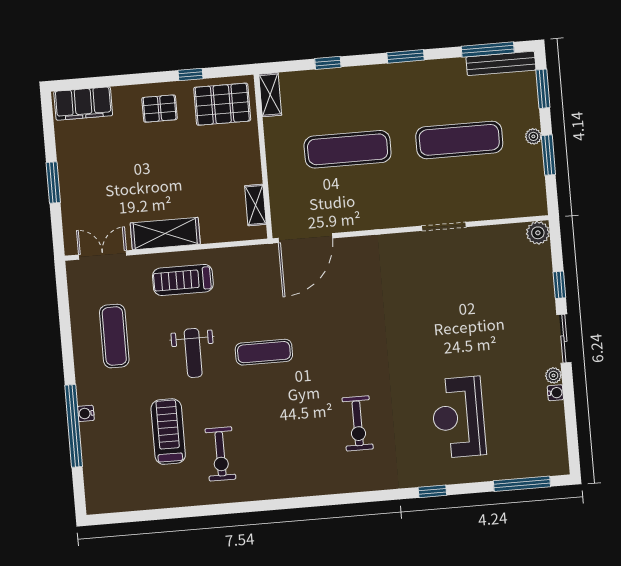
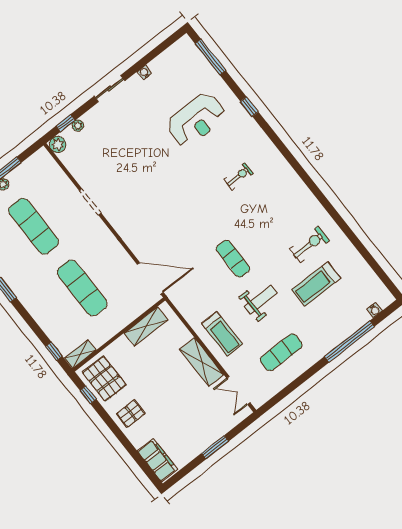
window: (328, 63) -> (54, 351), moved
window: (190, 74) -> (88, 395), moved
pallet: (160, 109) -> (131, 414), turned 90
shelving: (255, 205) -> (146, 326), width x1.50, depth x1.33
window: (559, 285) -> (65, 123), moved
plant: (553, 375) -> (78, 125), moved
water cooler: (86, 413) -> (375, 310), moved
exercise bike: (358, 423) -> (238, 176), width x0.73, depth x0.72

